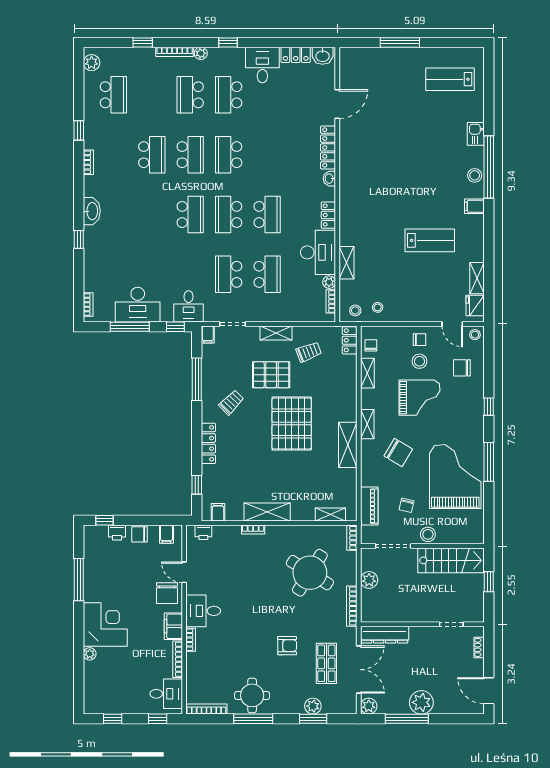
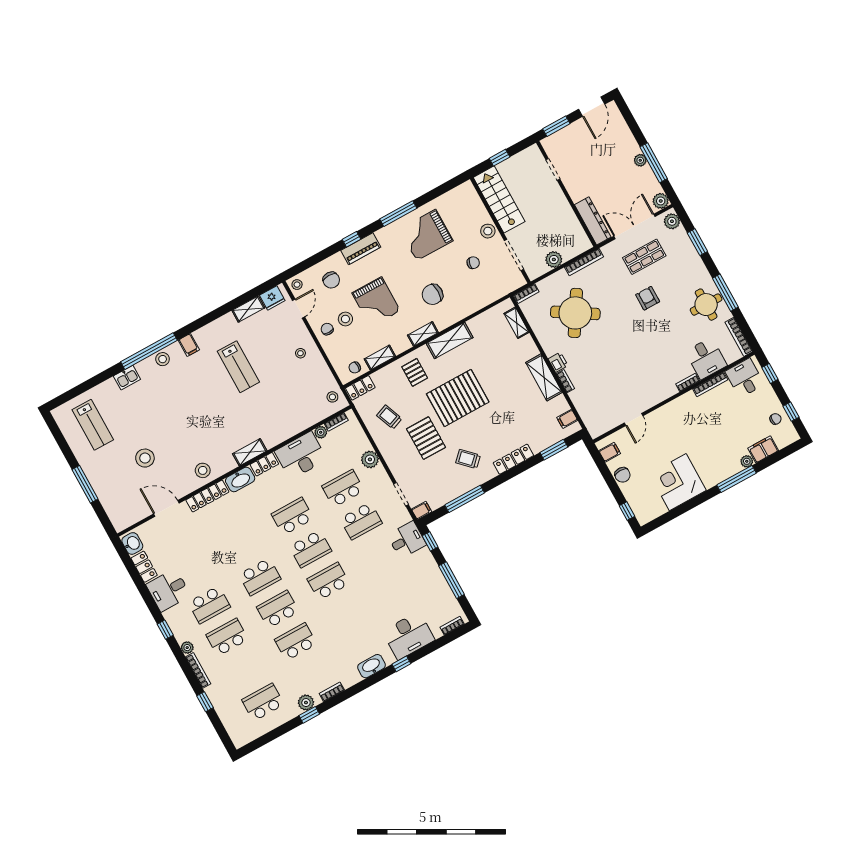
plant: (92, 63) -> (306, 703), moved
school desk: (190, 95) -> (227, 637), turned 180
stool: (394, 110) -> (145, 458), added
stool: (354, 156) -> (203, 470), added
washbasin: (329, 179) -> (240, 479), width x1.91, depth x1.45
lab bench: (430, 240) -> (238, 367), turned 180
shelving: (347, 263) -> (250, 452), moved
desk: (138, 305) -> (408, 636), moved, turned 90
stool: (378, 307) -> (300, 353), moved
plant: (280, 313) -> (370, 459), added
shelving: (276, 333) -> (388, 453), removed
pallet: (336, 397) -> (415, 372), added
grand piano: (420, 398) -> (376, 302), turned 180
chair: (398, 452) -> (432, 294), turned -121
grand piano: (455, 476) -> (426, 235), width x0.73, depth x0.68
window: (197, 485) -> (554, 450), width x1.50
piano: (369, 506) -> (361, 249), moved, turned 180
printer: (117, 532) -> (631, 495), removed
printer: (203, 532) -> (558, 362), moved
window: (79, 580) -> (736, 479), moved
chair: (167, 593) -> (775, 419), moved, width x0.54, depth x0.54
desk: (203, 611) -> (706, 358), moved
corner desk: (105, 625) -> (678, 482), moved
filing cabinet: (173, 626) -> (763, 449), moved, turned 180
shoe rack: (479, 647) -> (560, 135), removed
window: (489, 649) -> (556, 126), added
plant: (421, 702) -> (640, 160), width x0.53, depth x0.53
plant: (313, 706) -> (672, 221), moved

